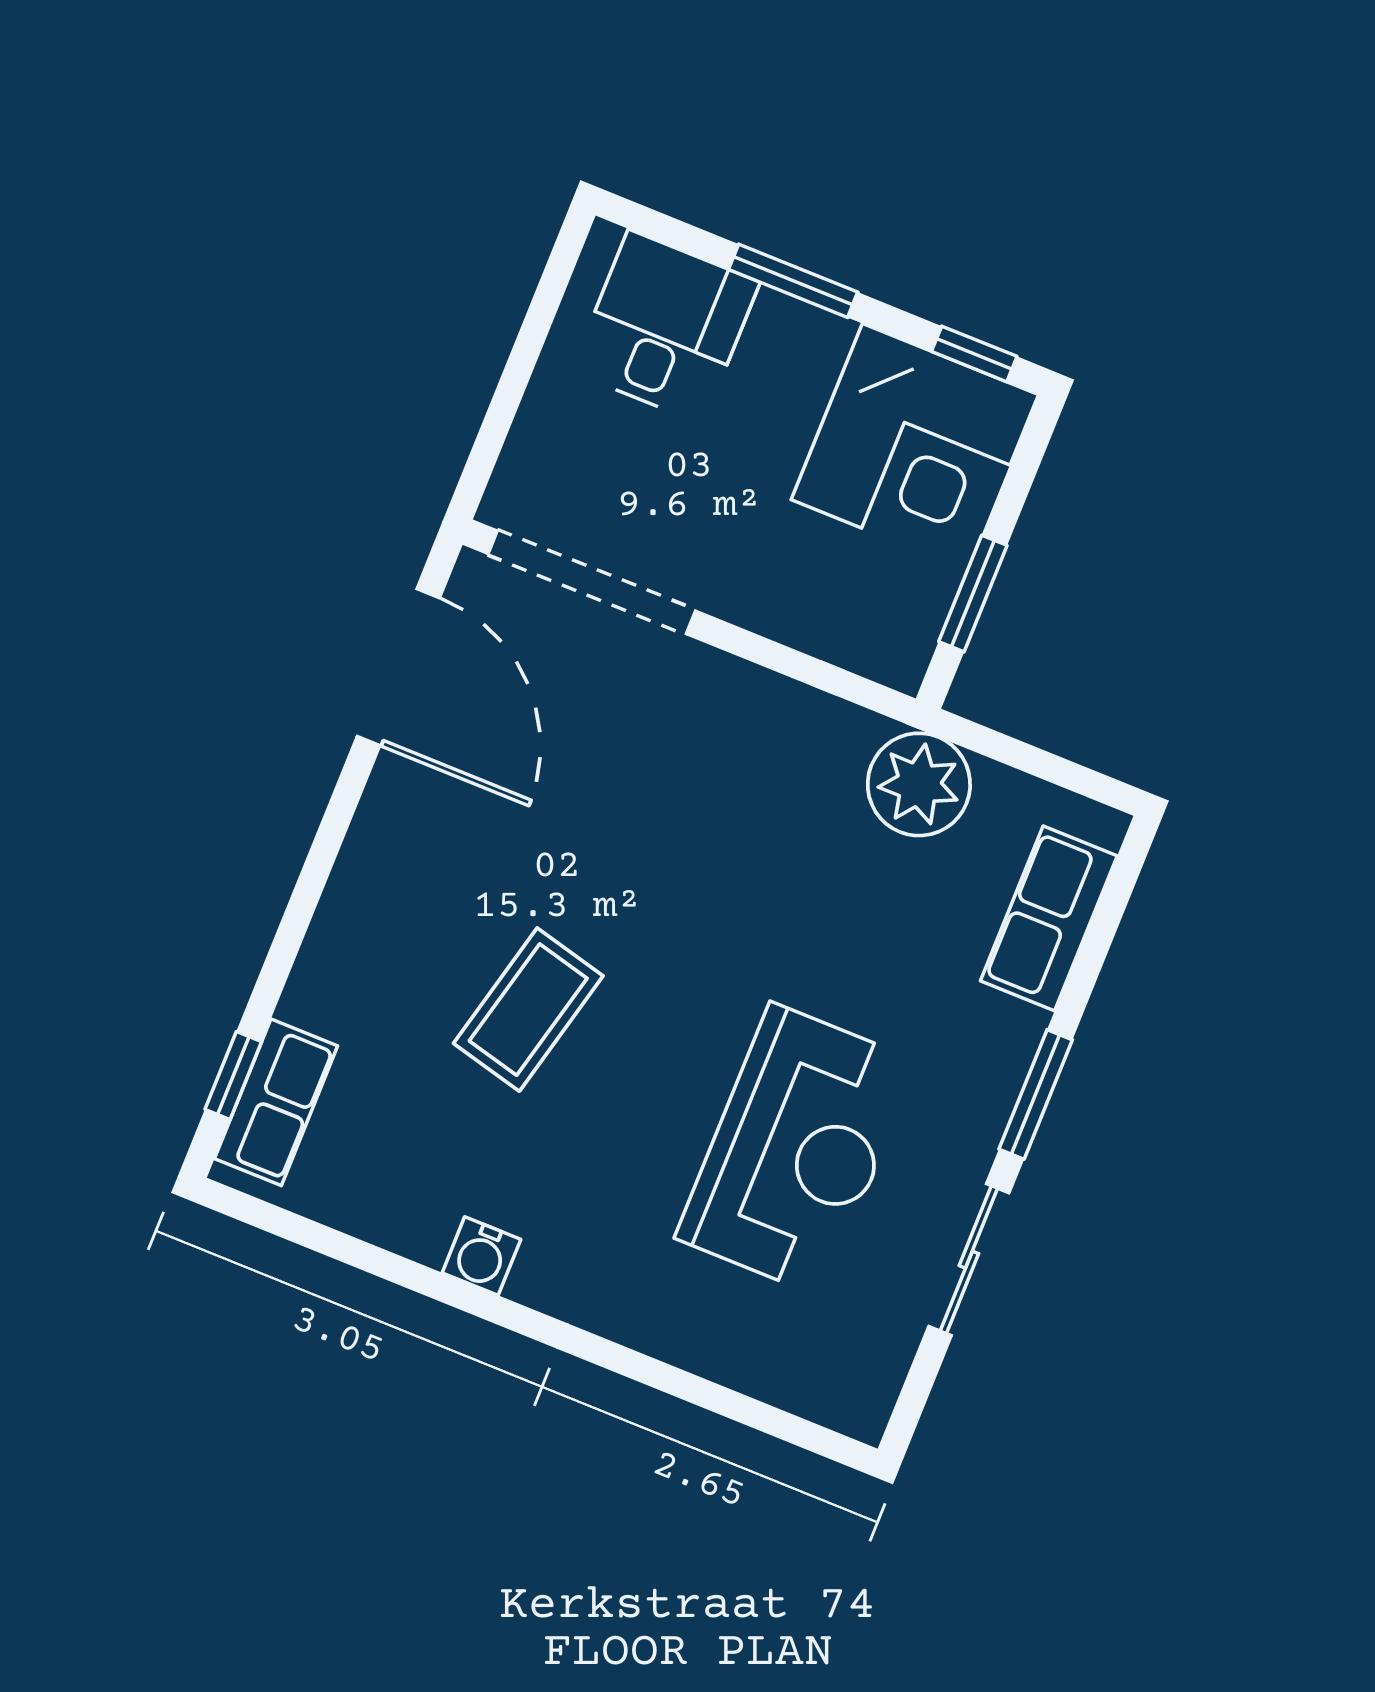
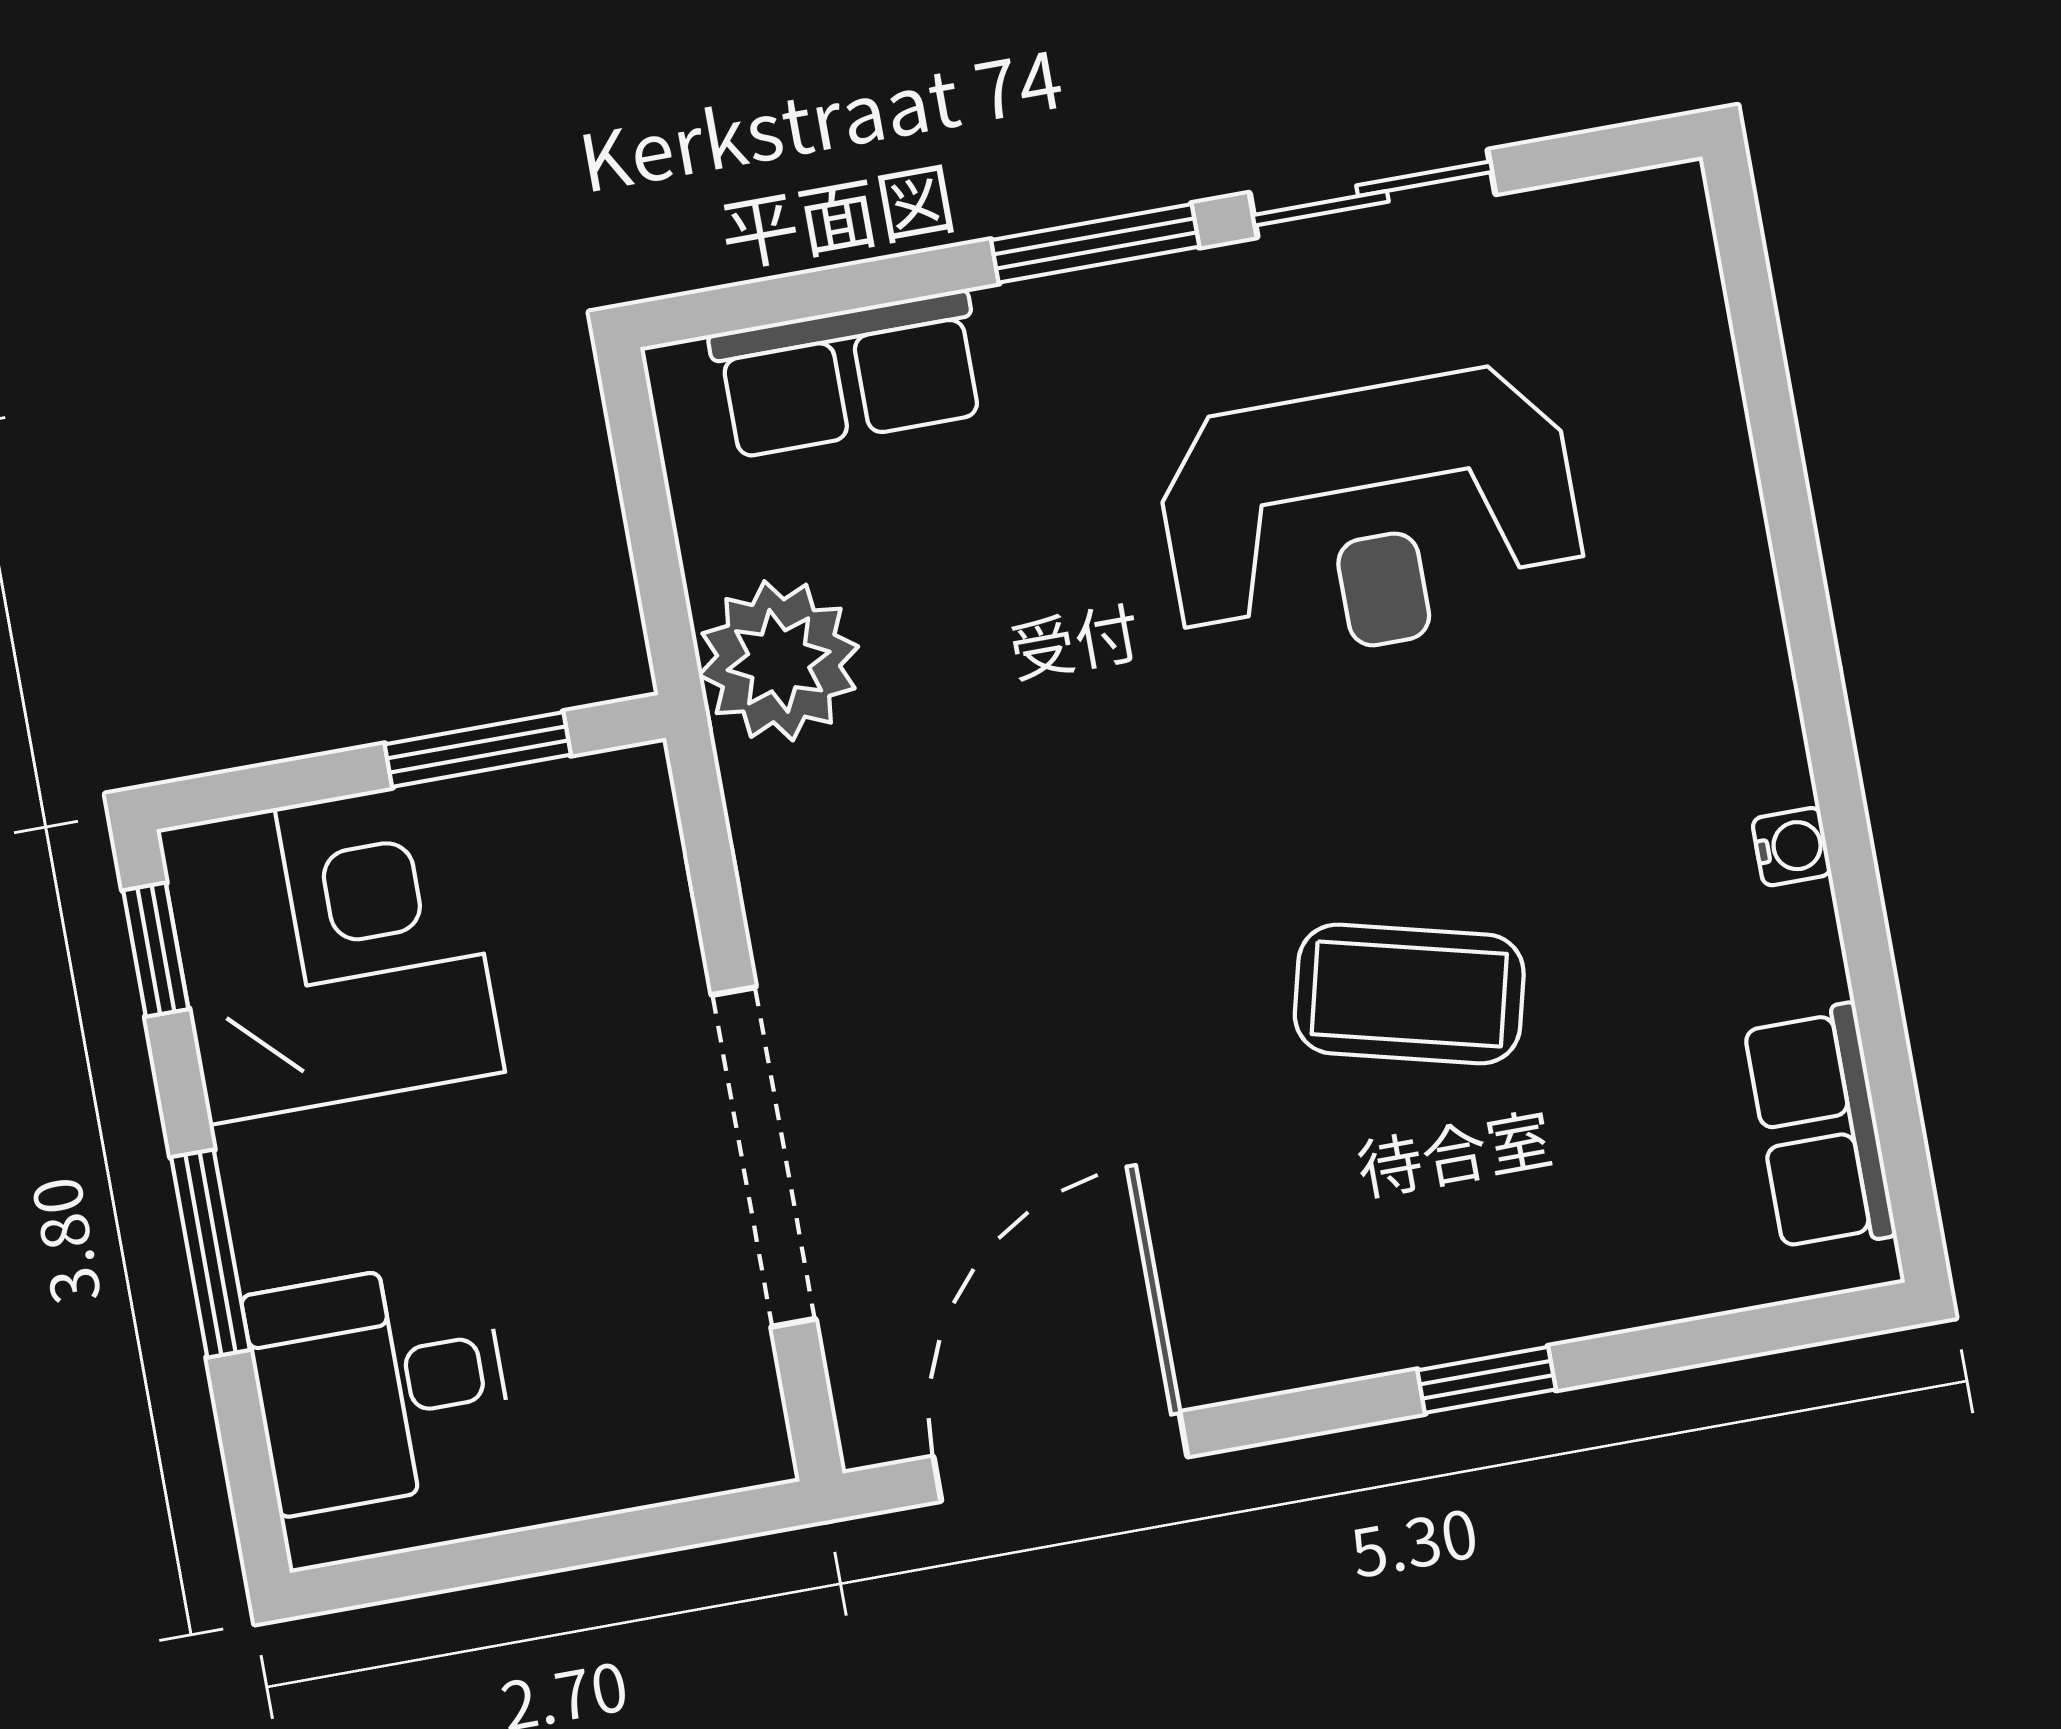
doorway: (592, 582) -> (764, 1157), moved
window: (233, 1076) -> (1487, 1380), moved
row of seats: (276, 1102) -> (1820, 1129), moved, turned -90
reception desk: (797, 1150) -> (1371, 517), turned 180
water cooler: (481, 1256) -> (1792, 847), width x0.72, depth x0.72

